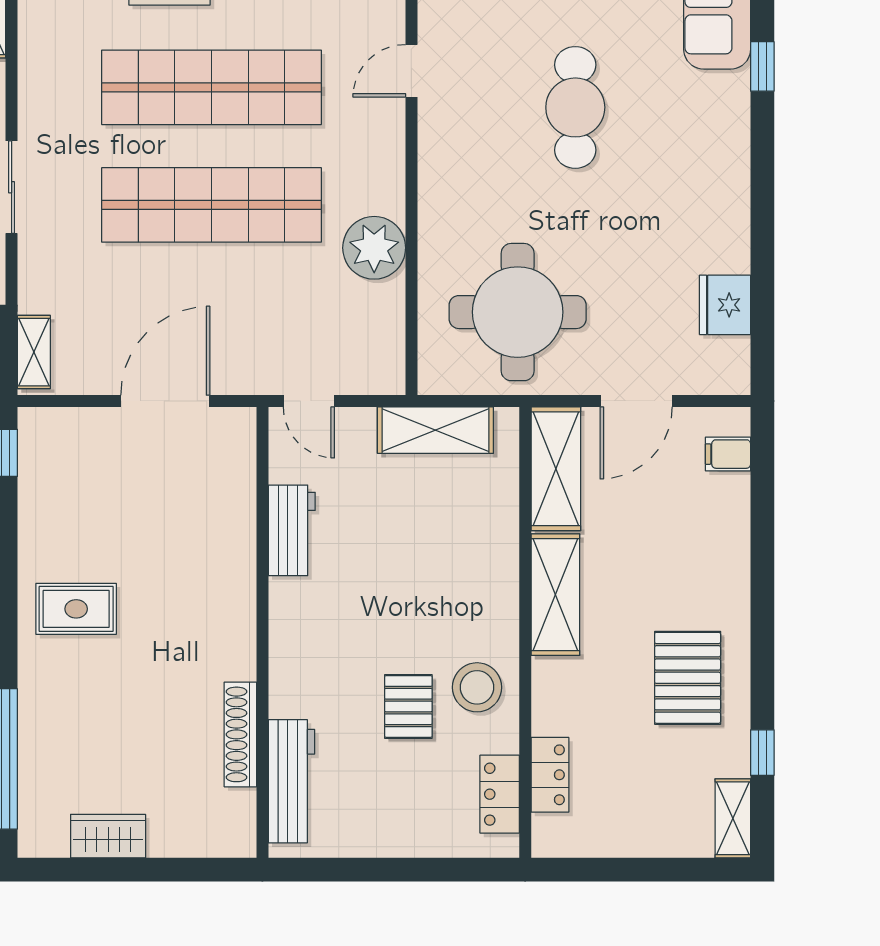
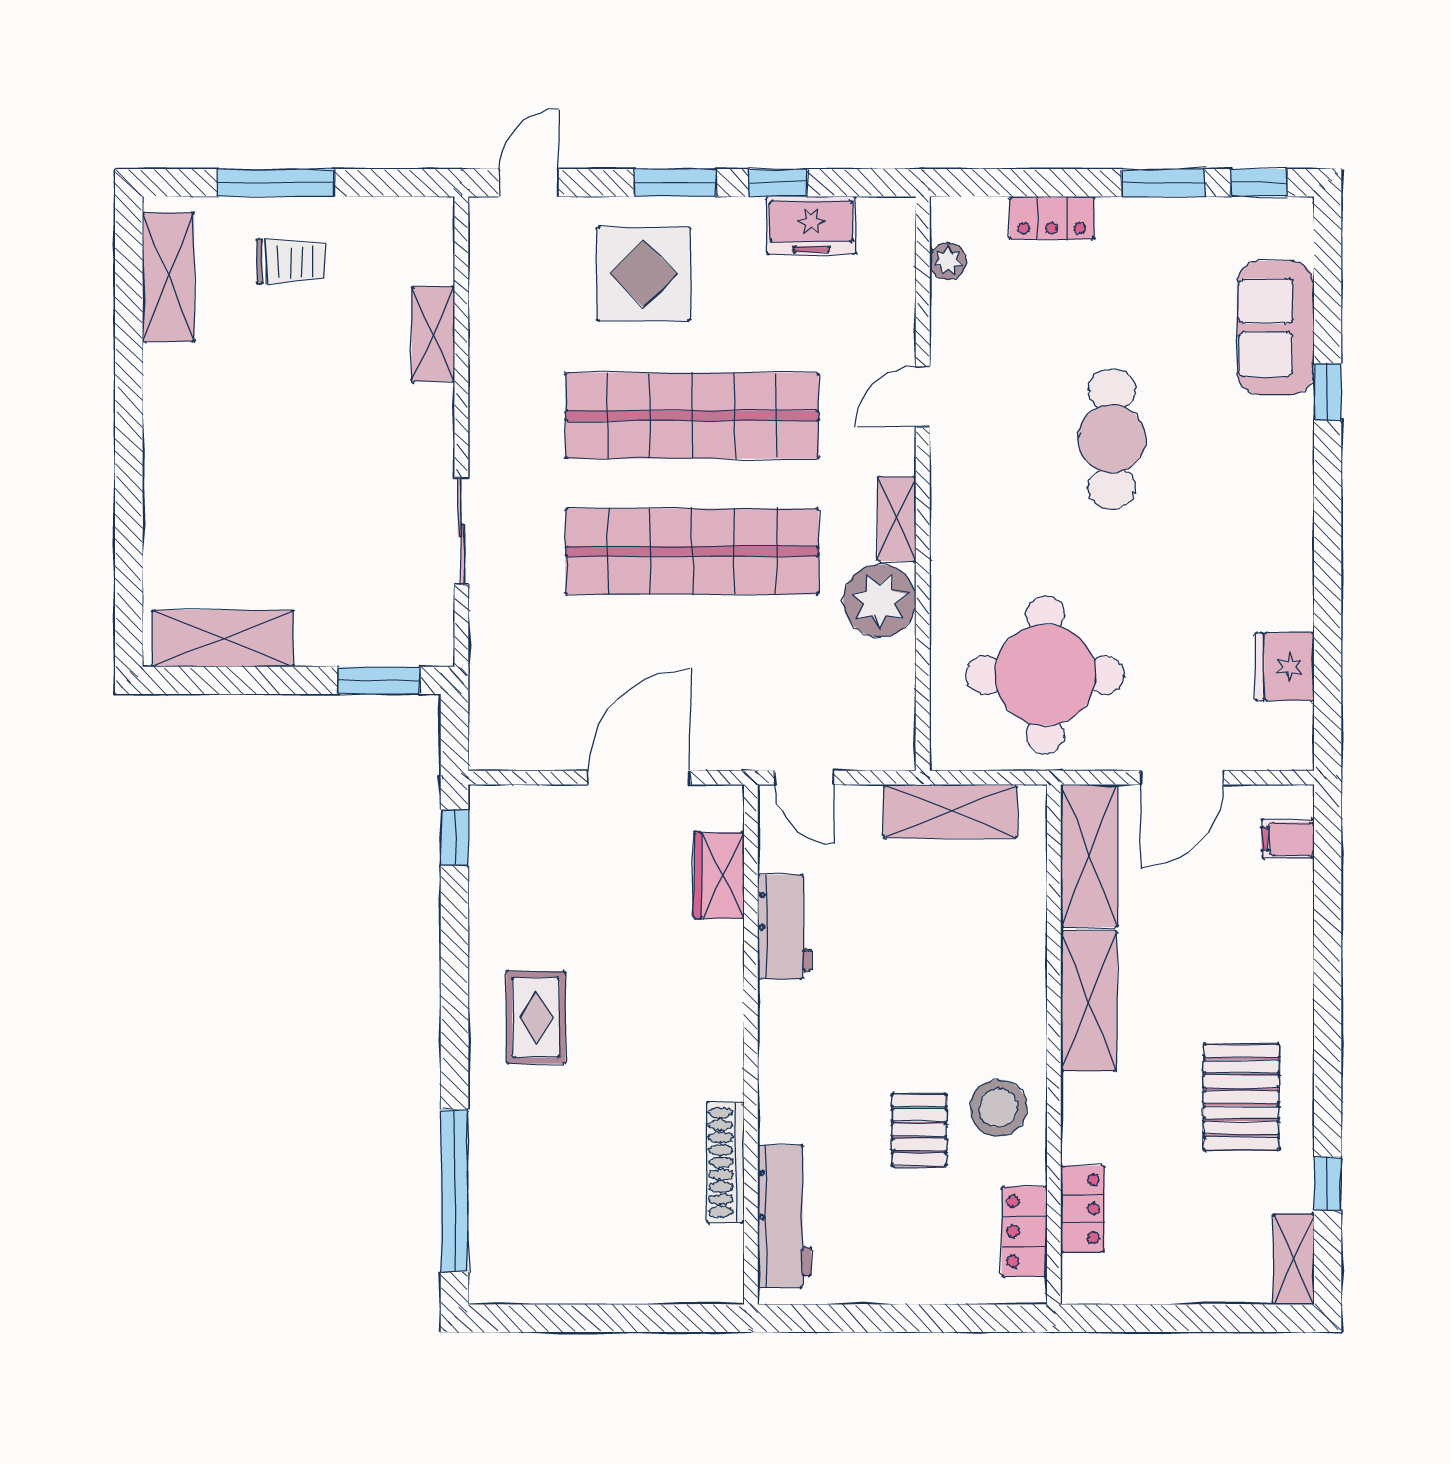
shelving: (34, 352) -> (897, 519), moved
rug: (76, 609) -> (536, 1017), turned 90
wardrobe: (108, 836) -> (719, 875), moved, turned -90

